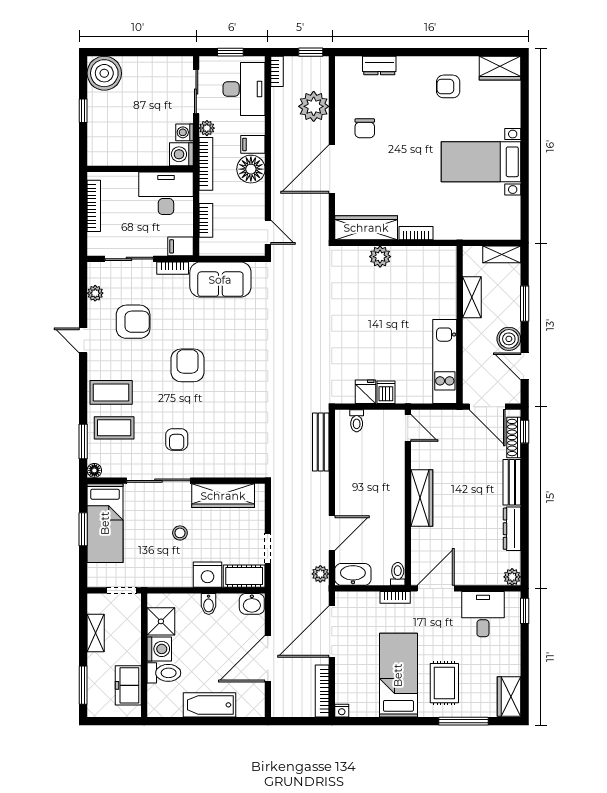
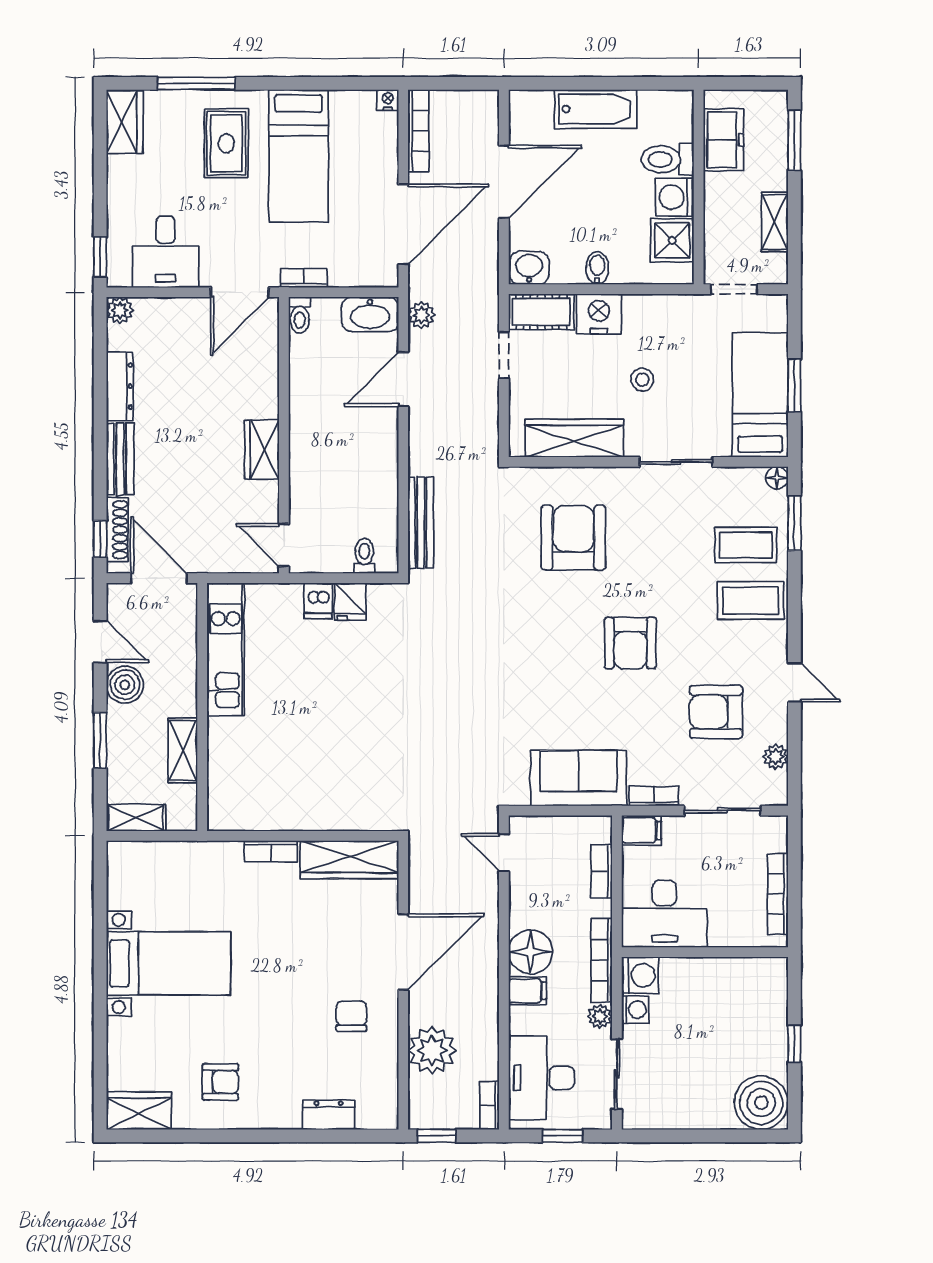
plant: (380, 257) -> (327, 814), removed
armchair: (177, 439) -> (573, 538), moved, width x1.88, depth x1.88
sliding door: (159, 481) -> (676, 462), width x0.73
wardrobe: (422, 498) -> (262, 450), width x0.67

